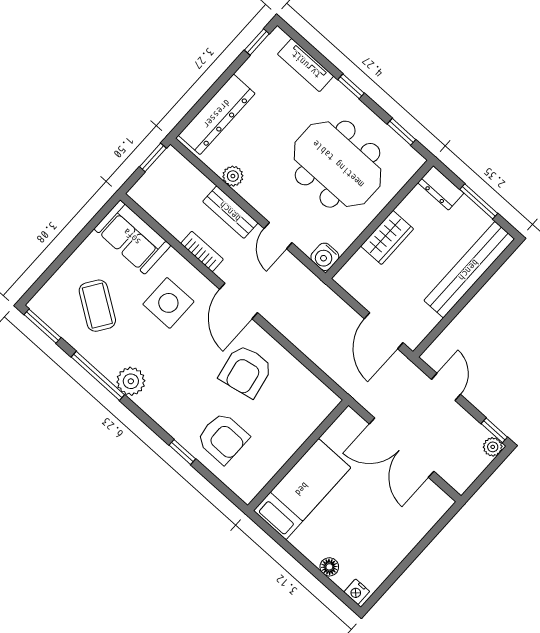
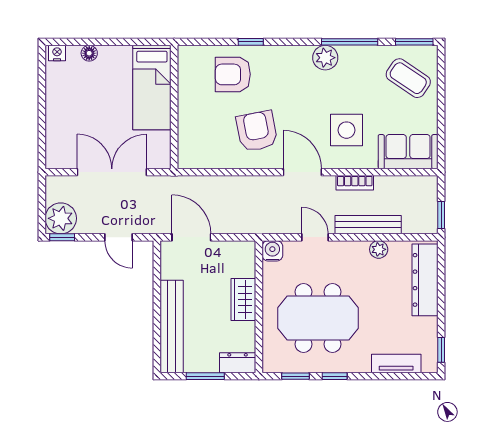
window: (351, 86) -> (335, 376), moved
bench: (230, 212) -> (368, 225), width x1.36
coffee table: (97, 306) -> (408, 78), moved
plant: (493, 447) -> (61, 218), width x1.88, depth x1.88

